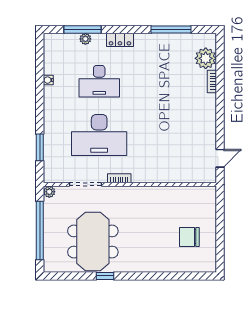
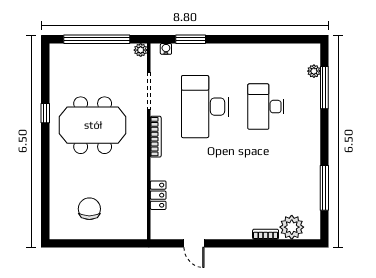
plant: (85, 39) -> (314, 71), moved
locker: (120, 40) -> (158, 195), moved, turned 180
water cooler: (48, 80) -> (166, 49), moved
door: (220, 158) -> (194, 243), moved
bookcase: (119, 178) -> (156, 137), width x1.56
meeting table: (93, 241) -> (93, 125), moved

